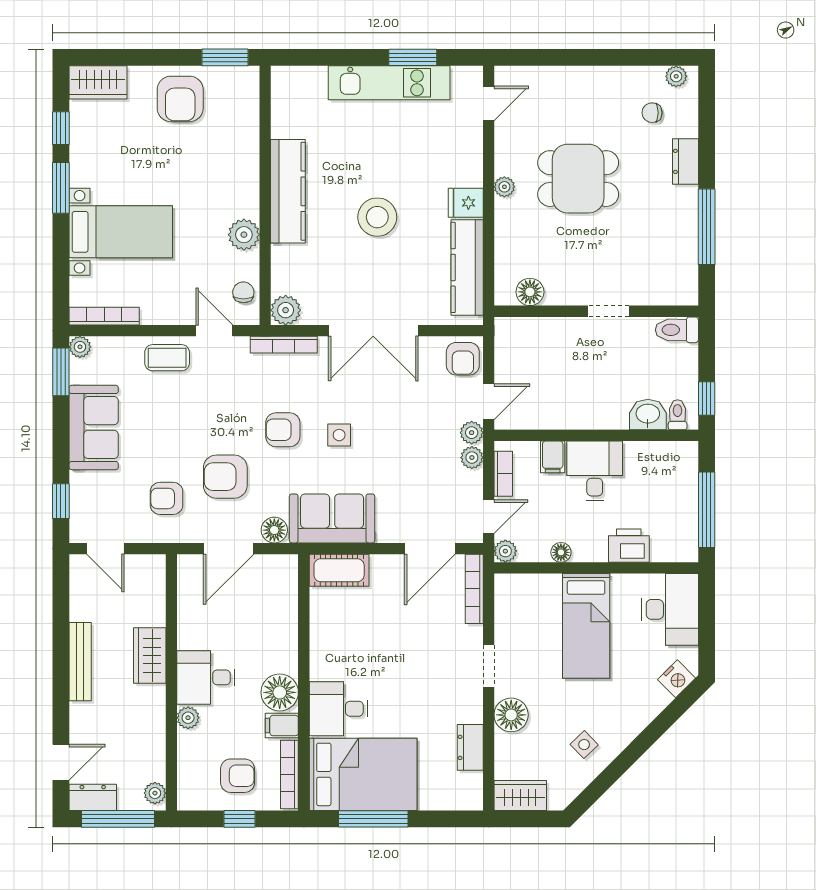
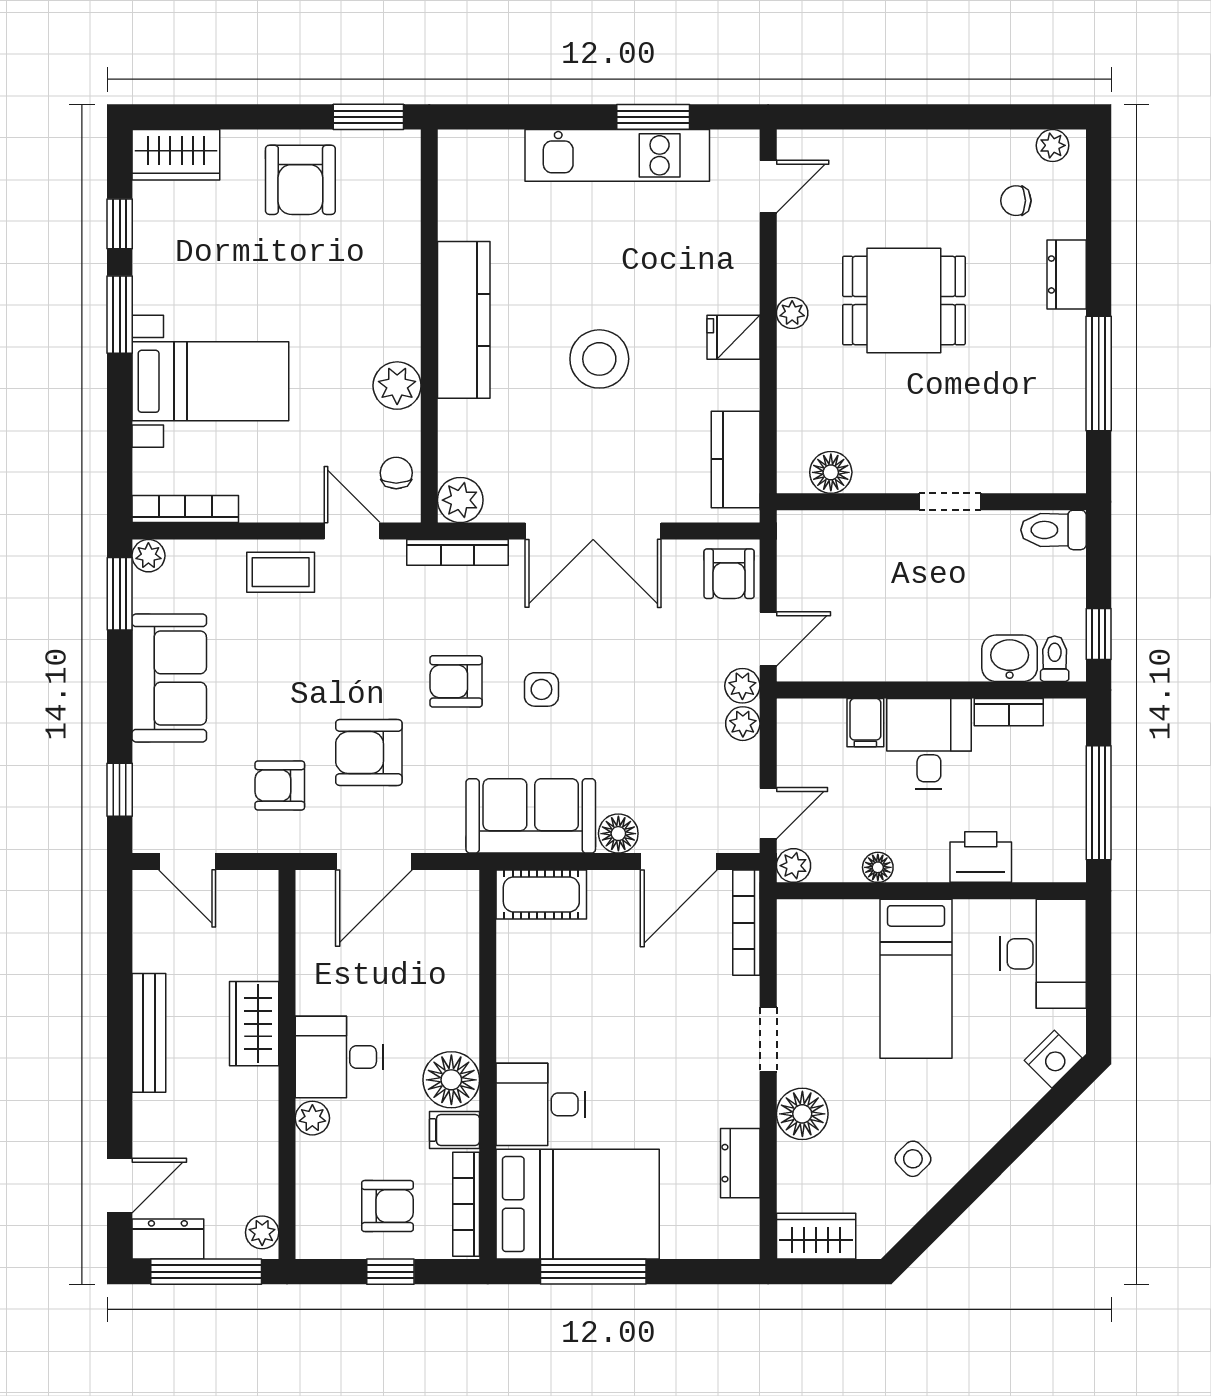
kitchen counter: (467, 267) -> (736, 459), width x0.67
bookcase: (503, 474) -> (1009, 712), moved, turned 90
floor lamp: (274, 530) -> (618, 834), moved

